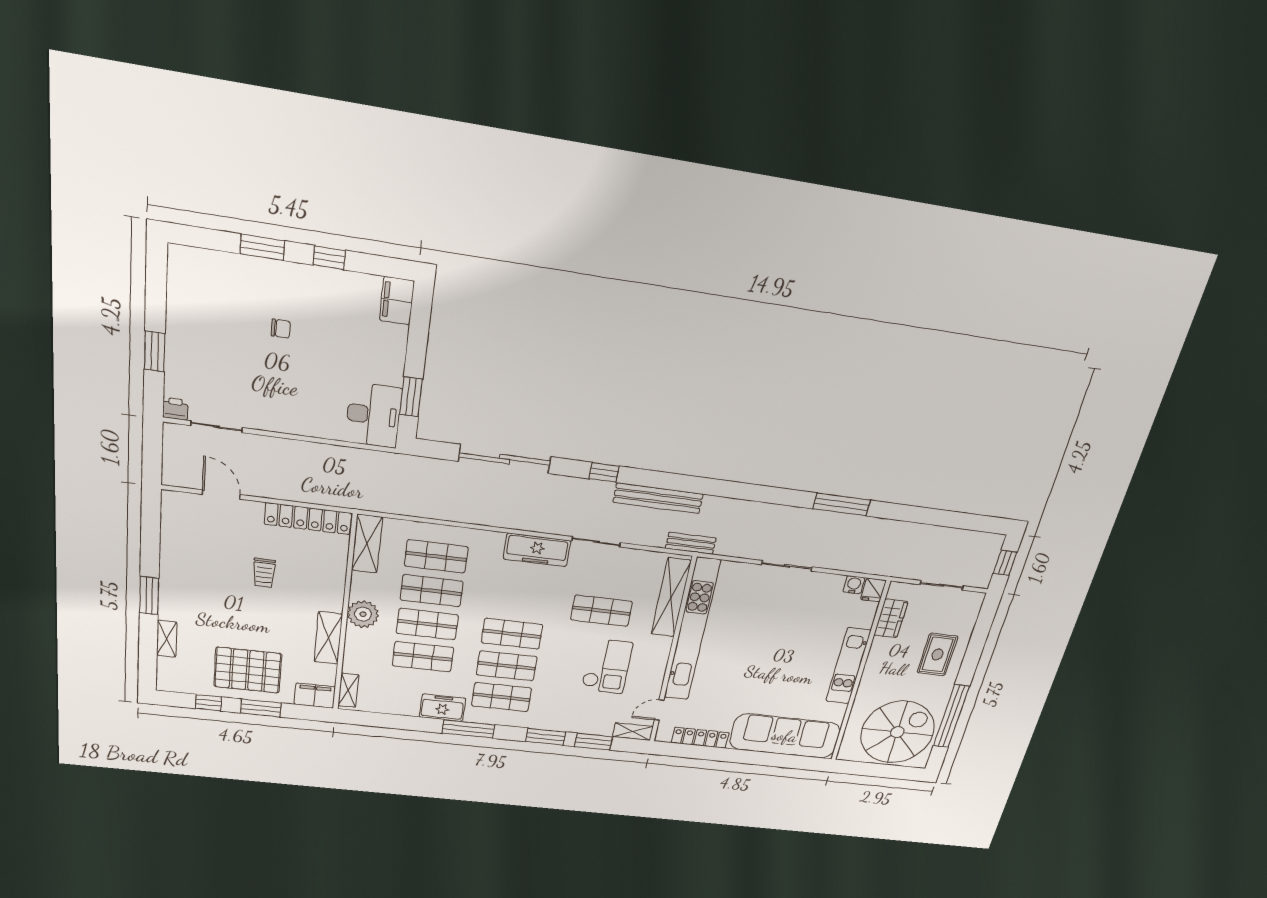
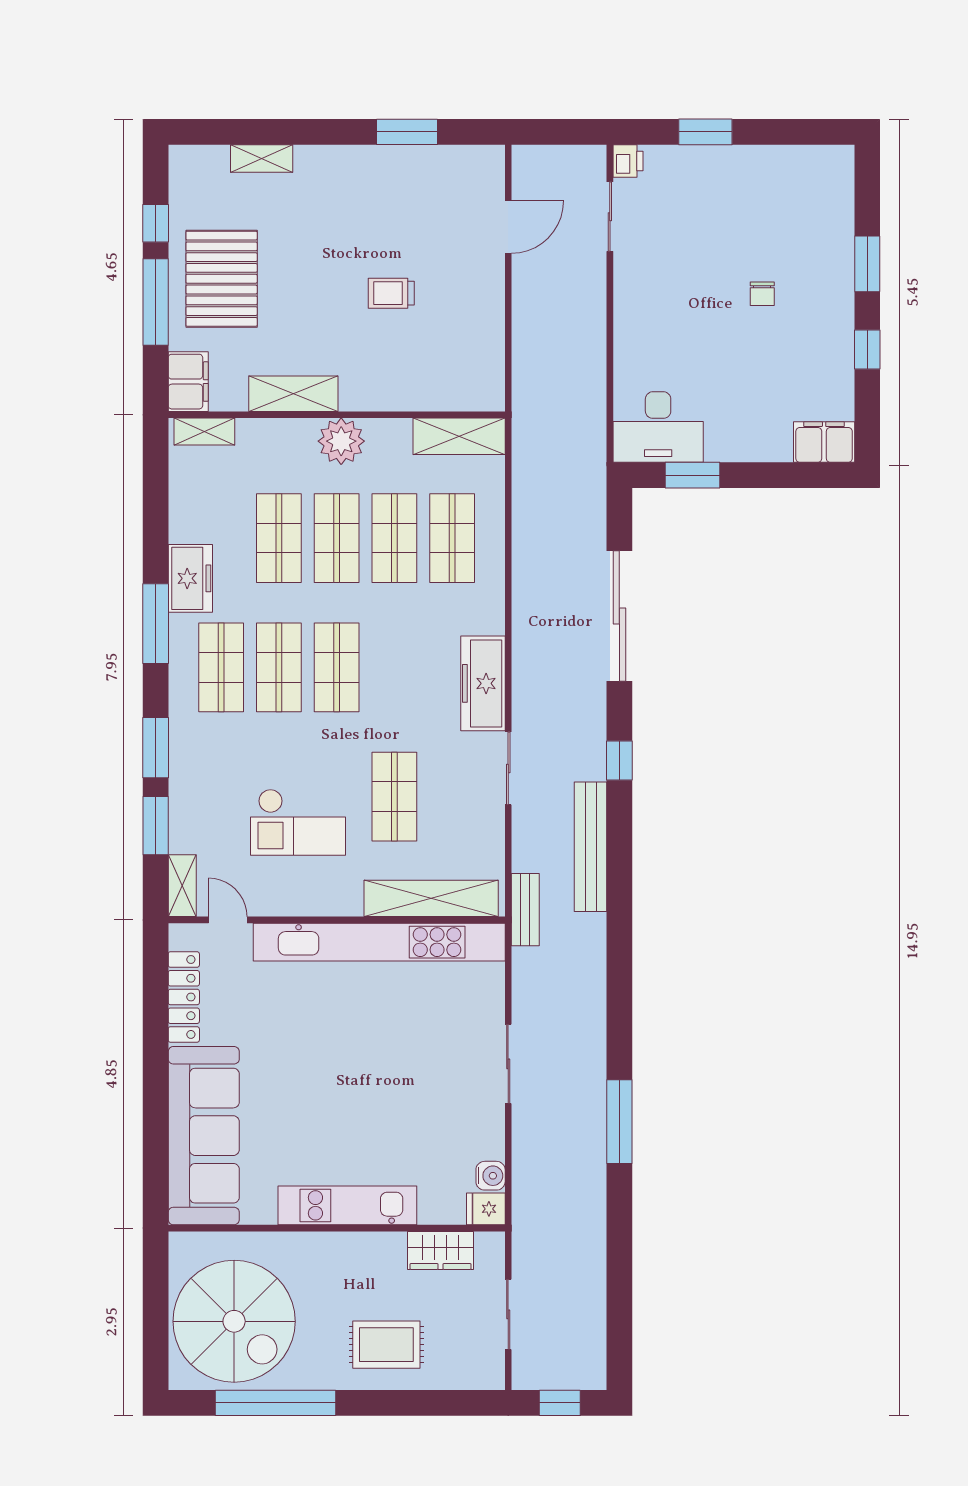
locker: (308, 519) -> (487, 349), removed
window: (149, 596) -> (407, 132), moved
window: (261, 708) -> (156, 302), width x1.44

